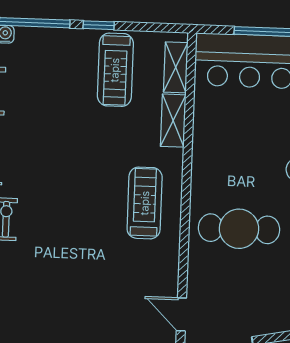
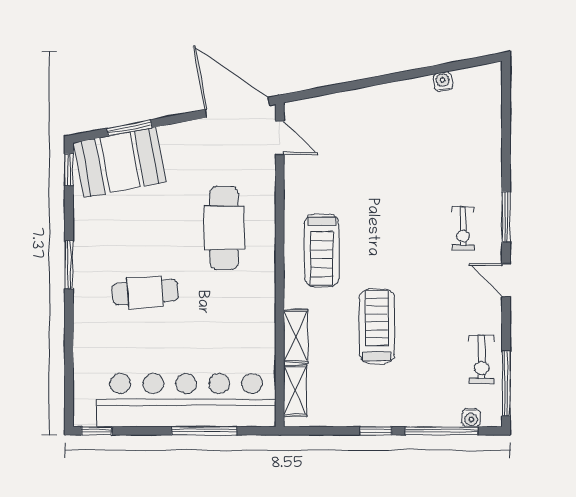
treadmill: (115, 70) -> (377, 326), moved
cafe table: (239, 229) -> (224, 228), turned 90

